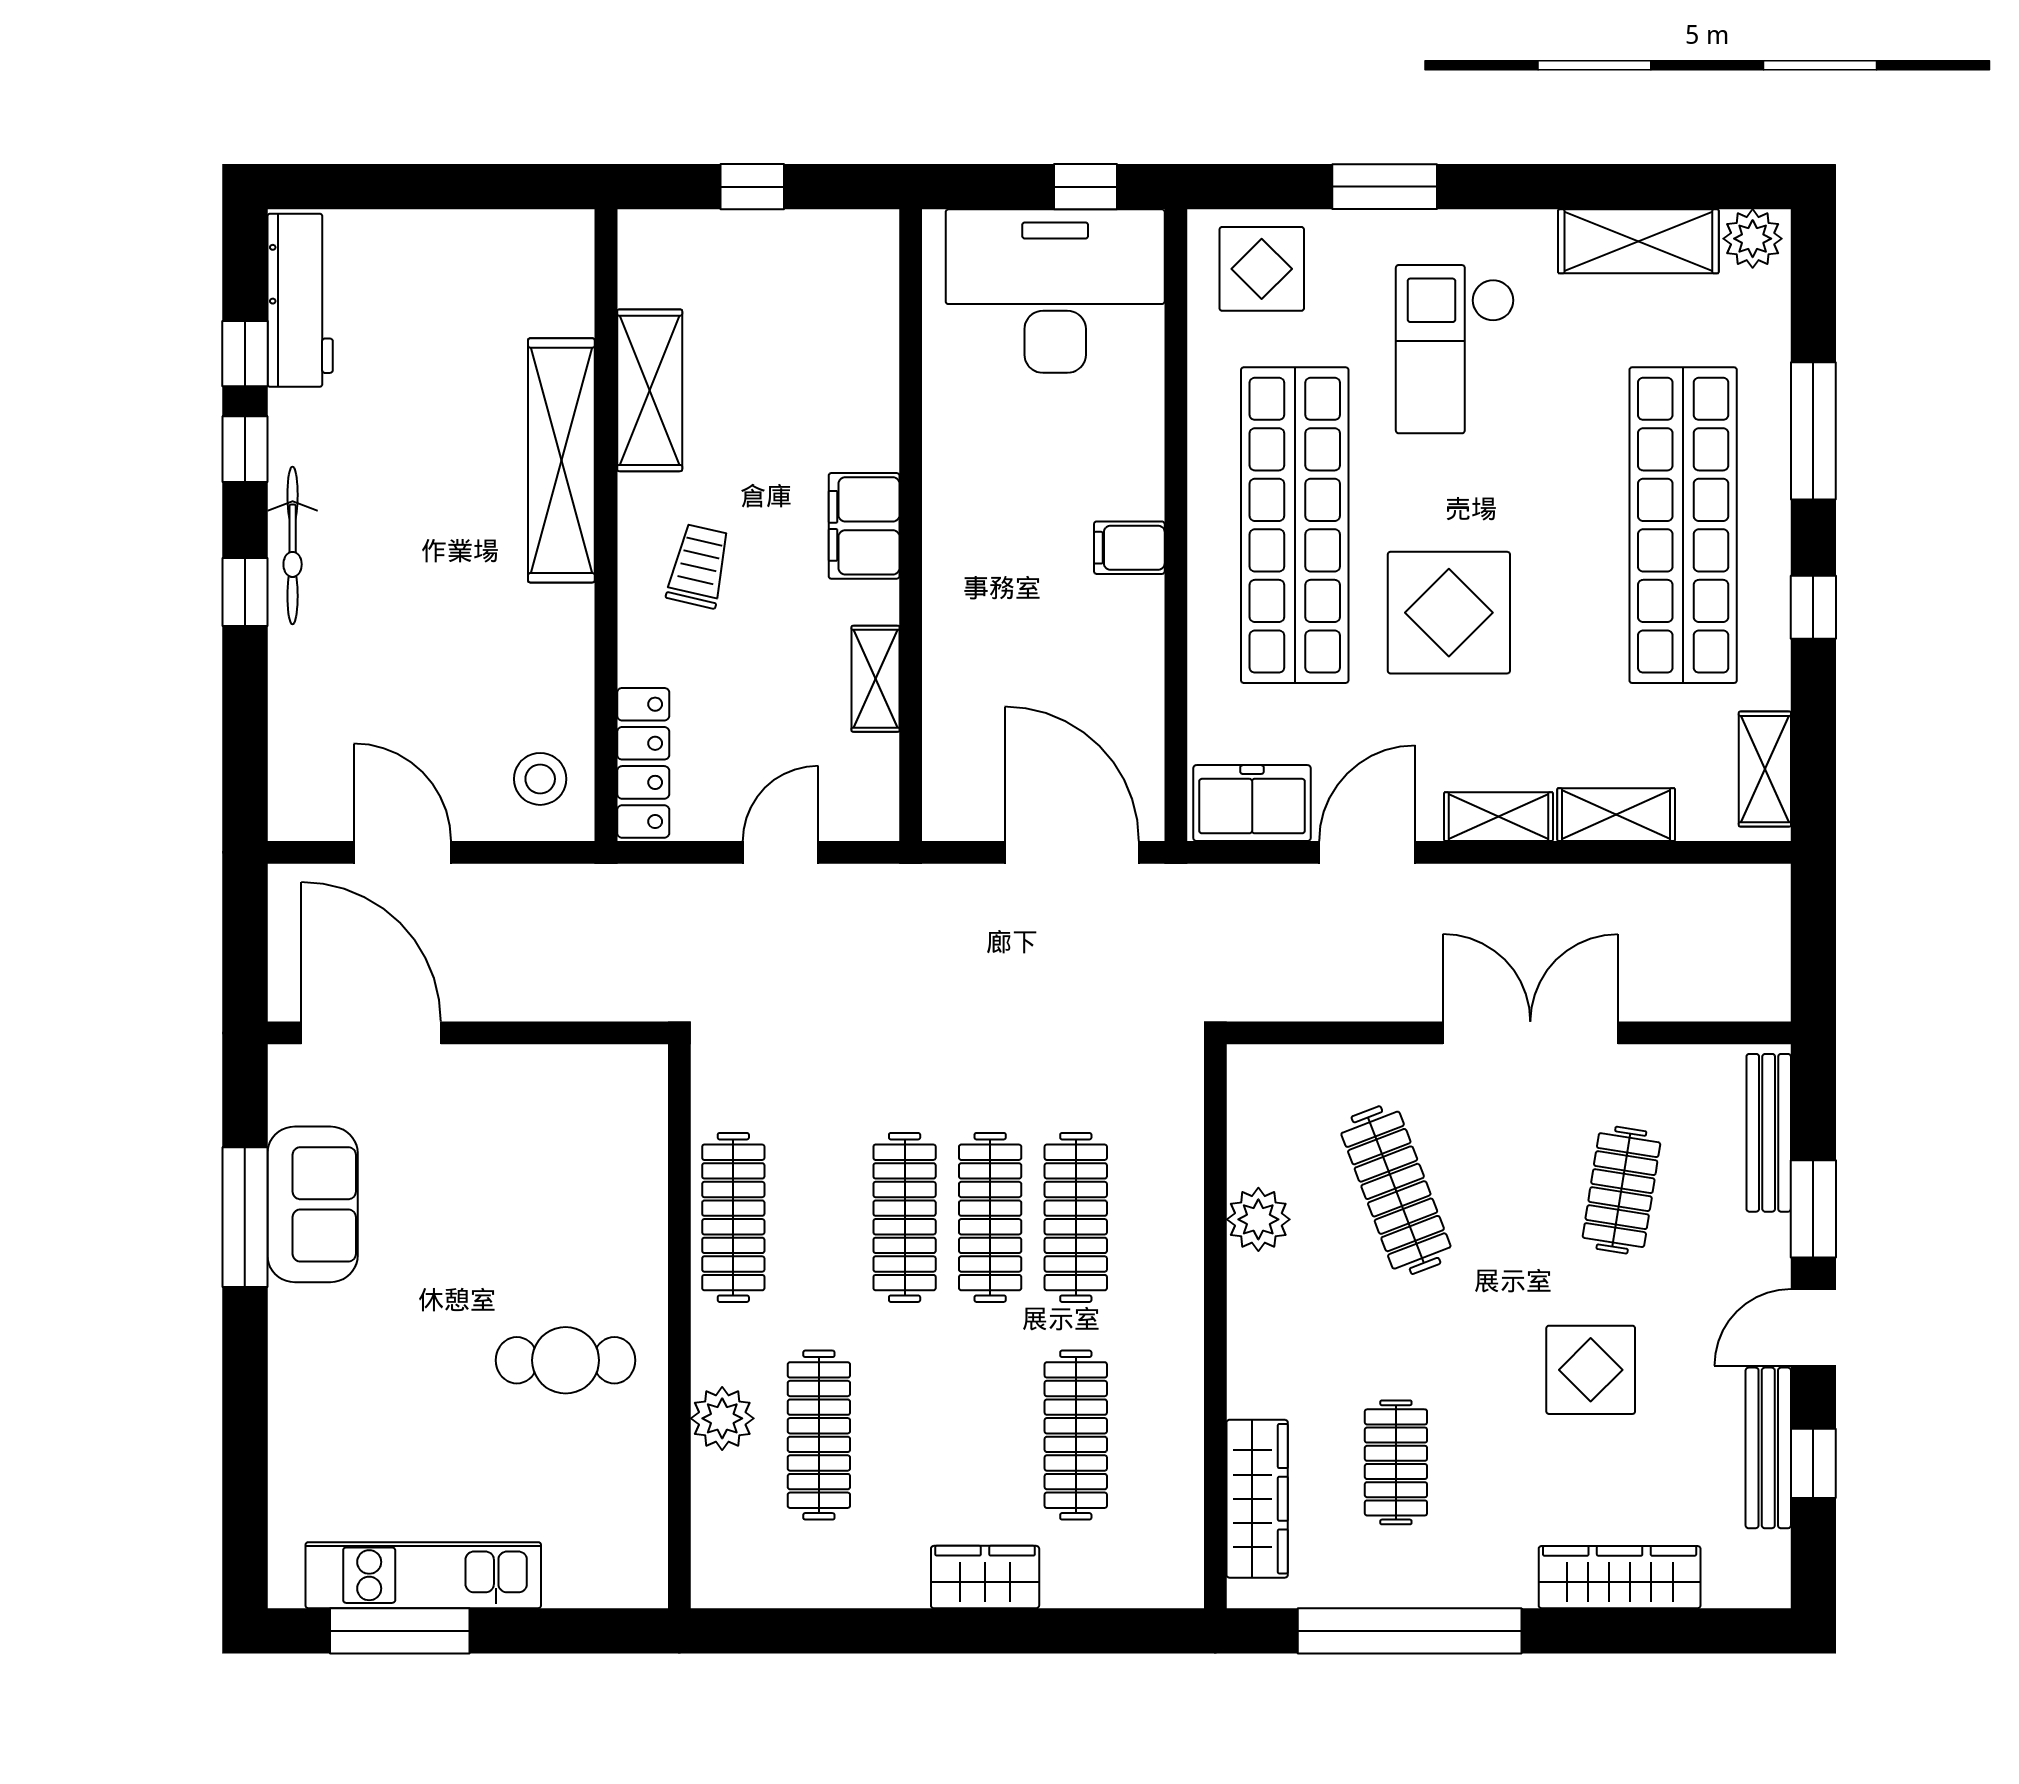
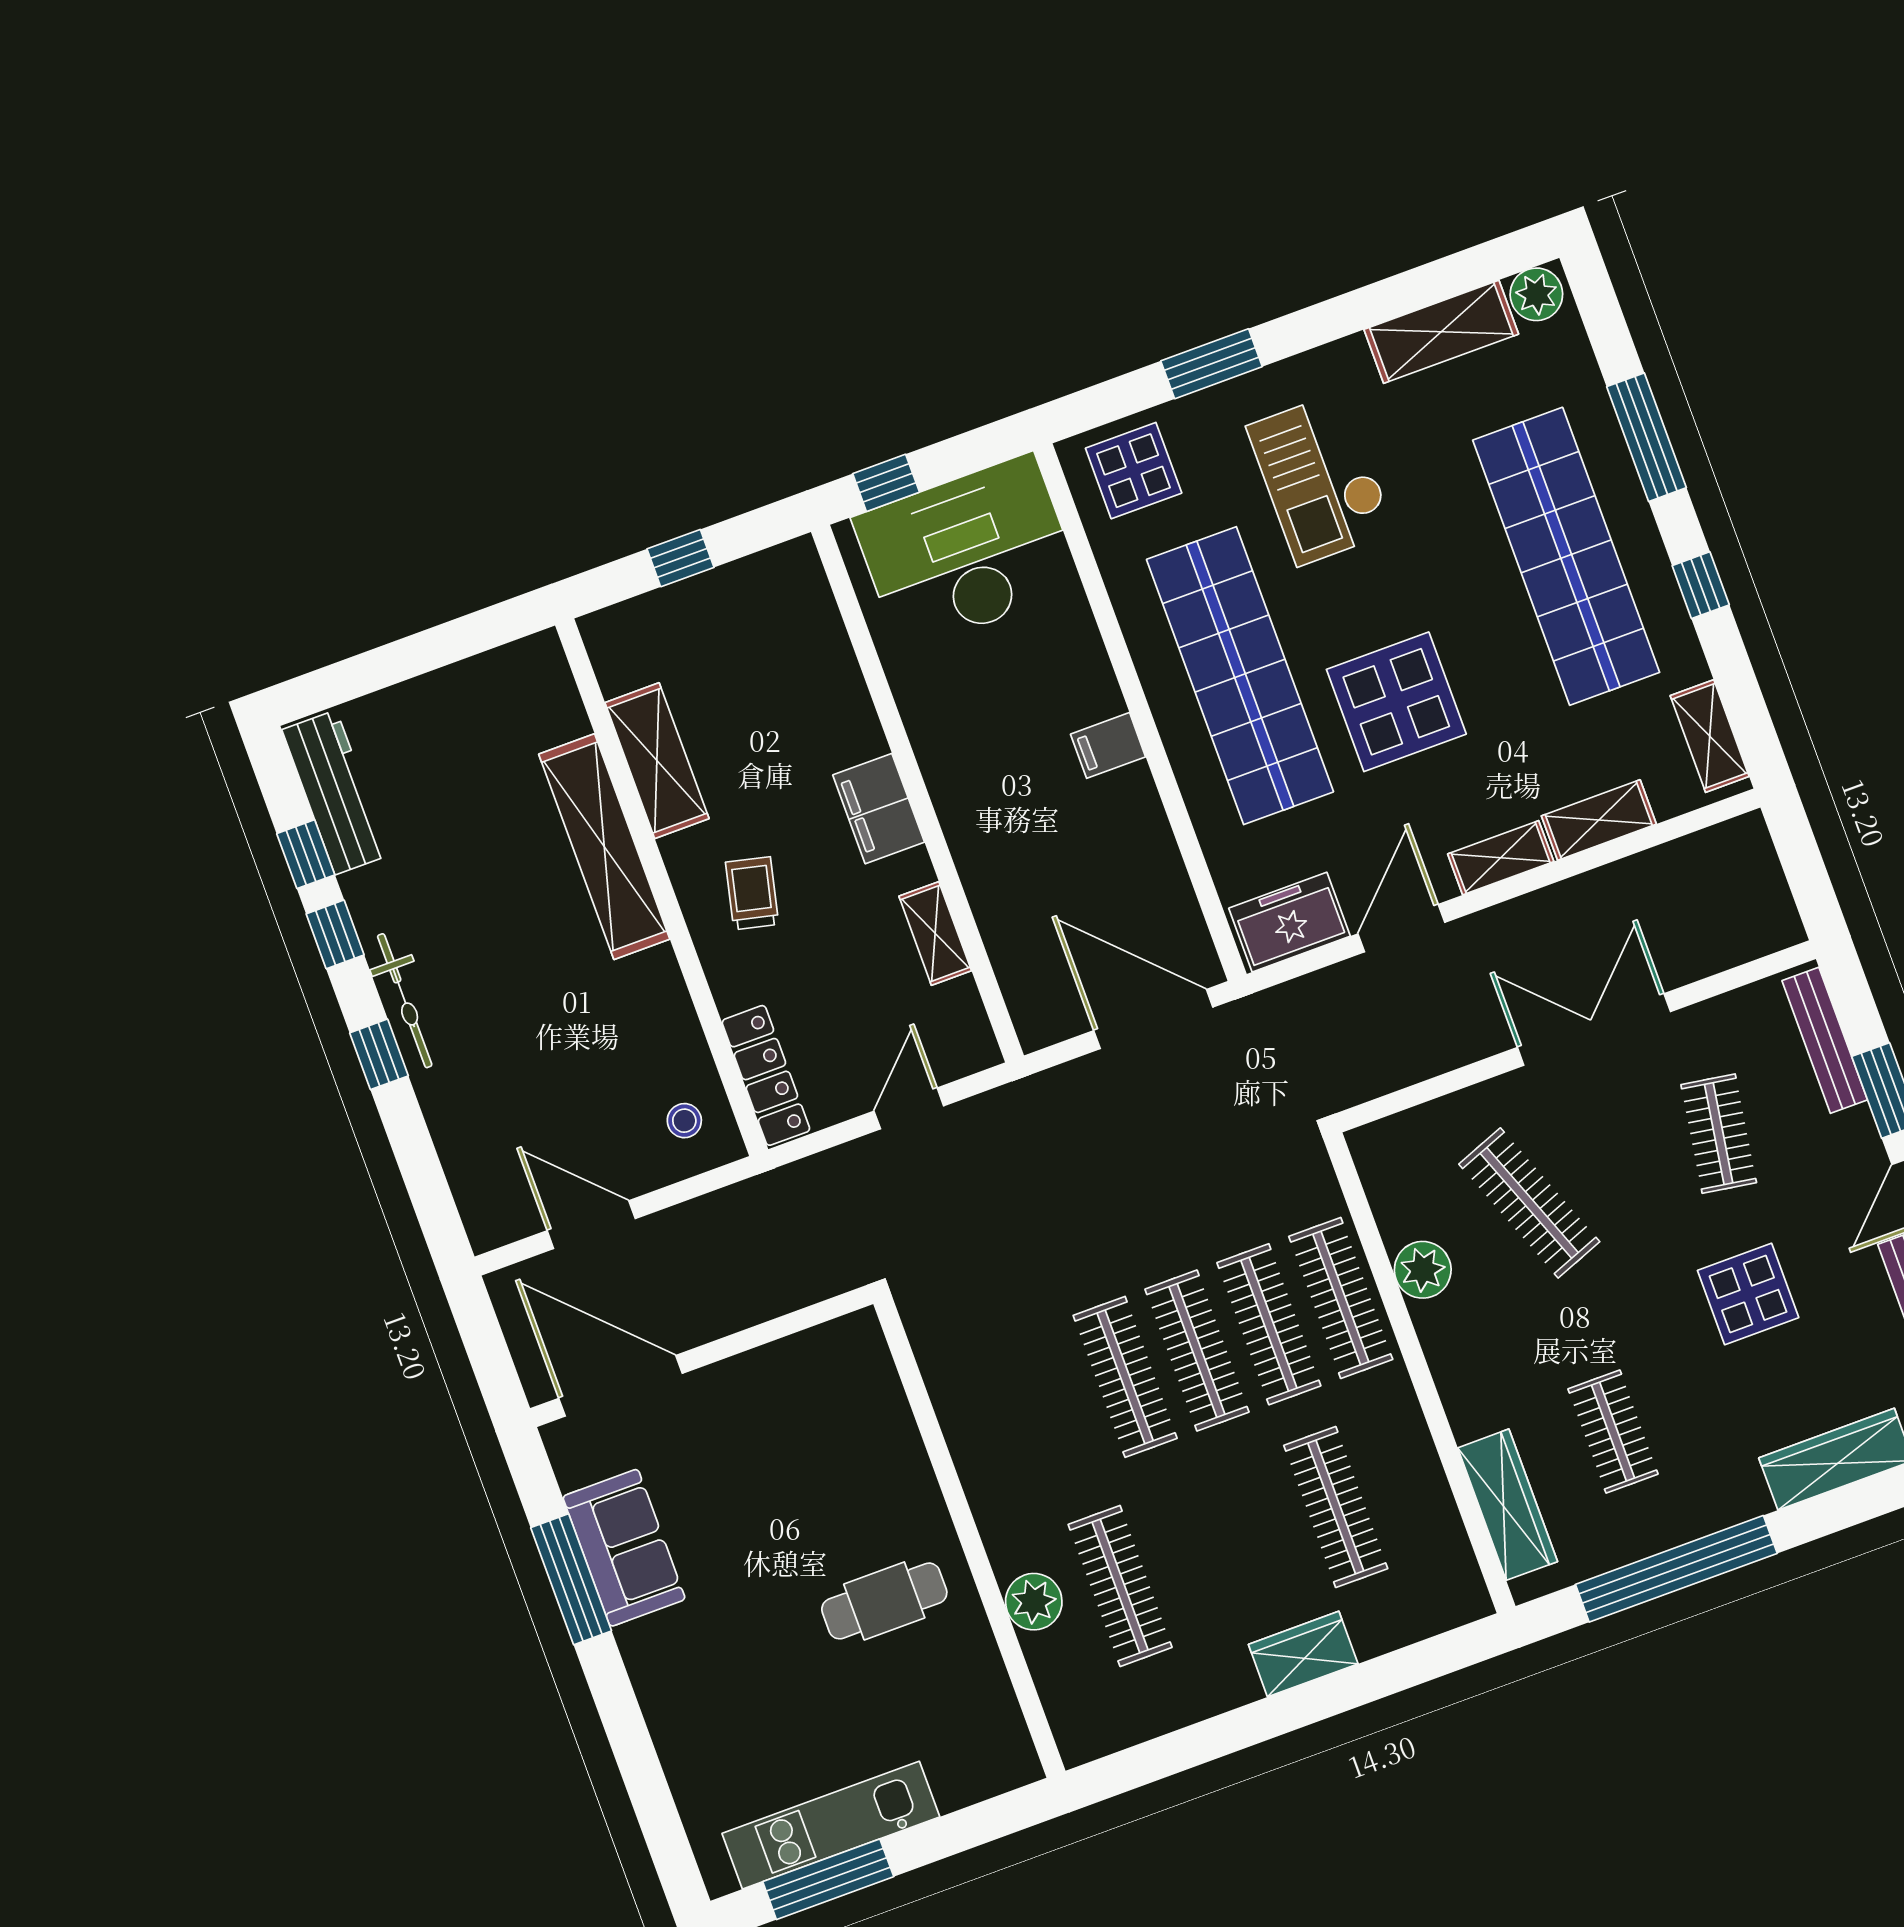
window: (1086, 187) -> (886, 483), moved
stool: (540, 779) -> (684, 1121), width x0.73, depth x0.73
clothes rail: (733, 1217) -> (1341, 1298), moved

